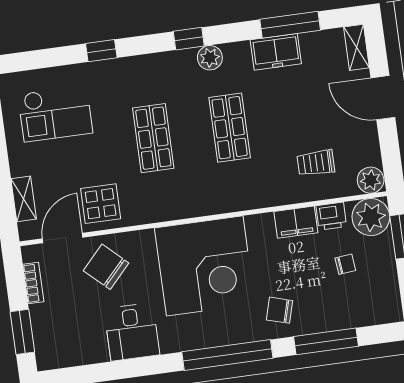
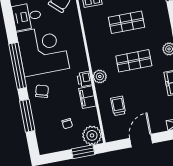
door: (383, 98) -> (141, 141), moved
plant: (371, 180) -> (100, 76), moved
printer: (331, 216) -> (84, 79), moved
corner desk: (205, 266) -> (43, 50), moved, turned 180

